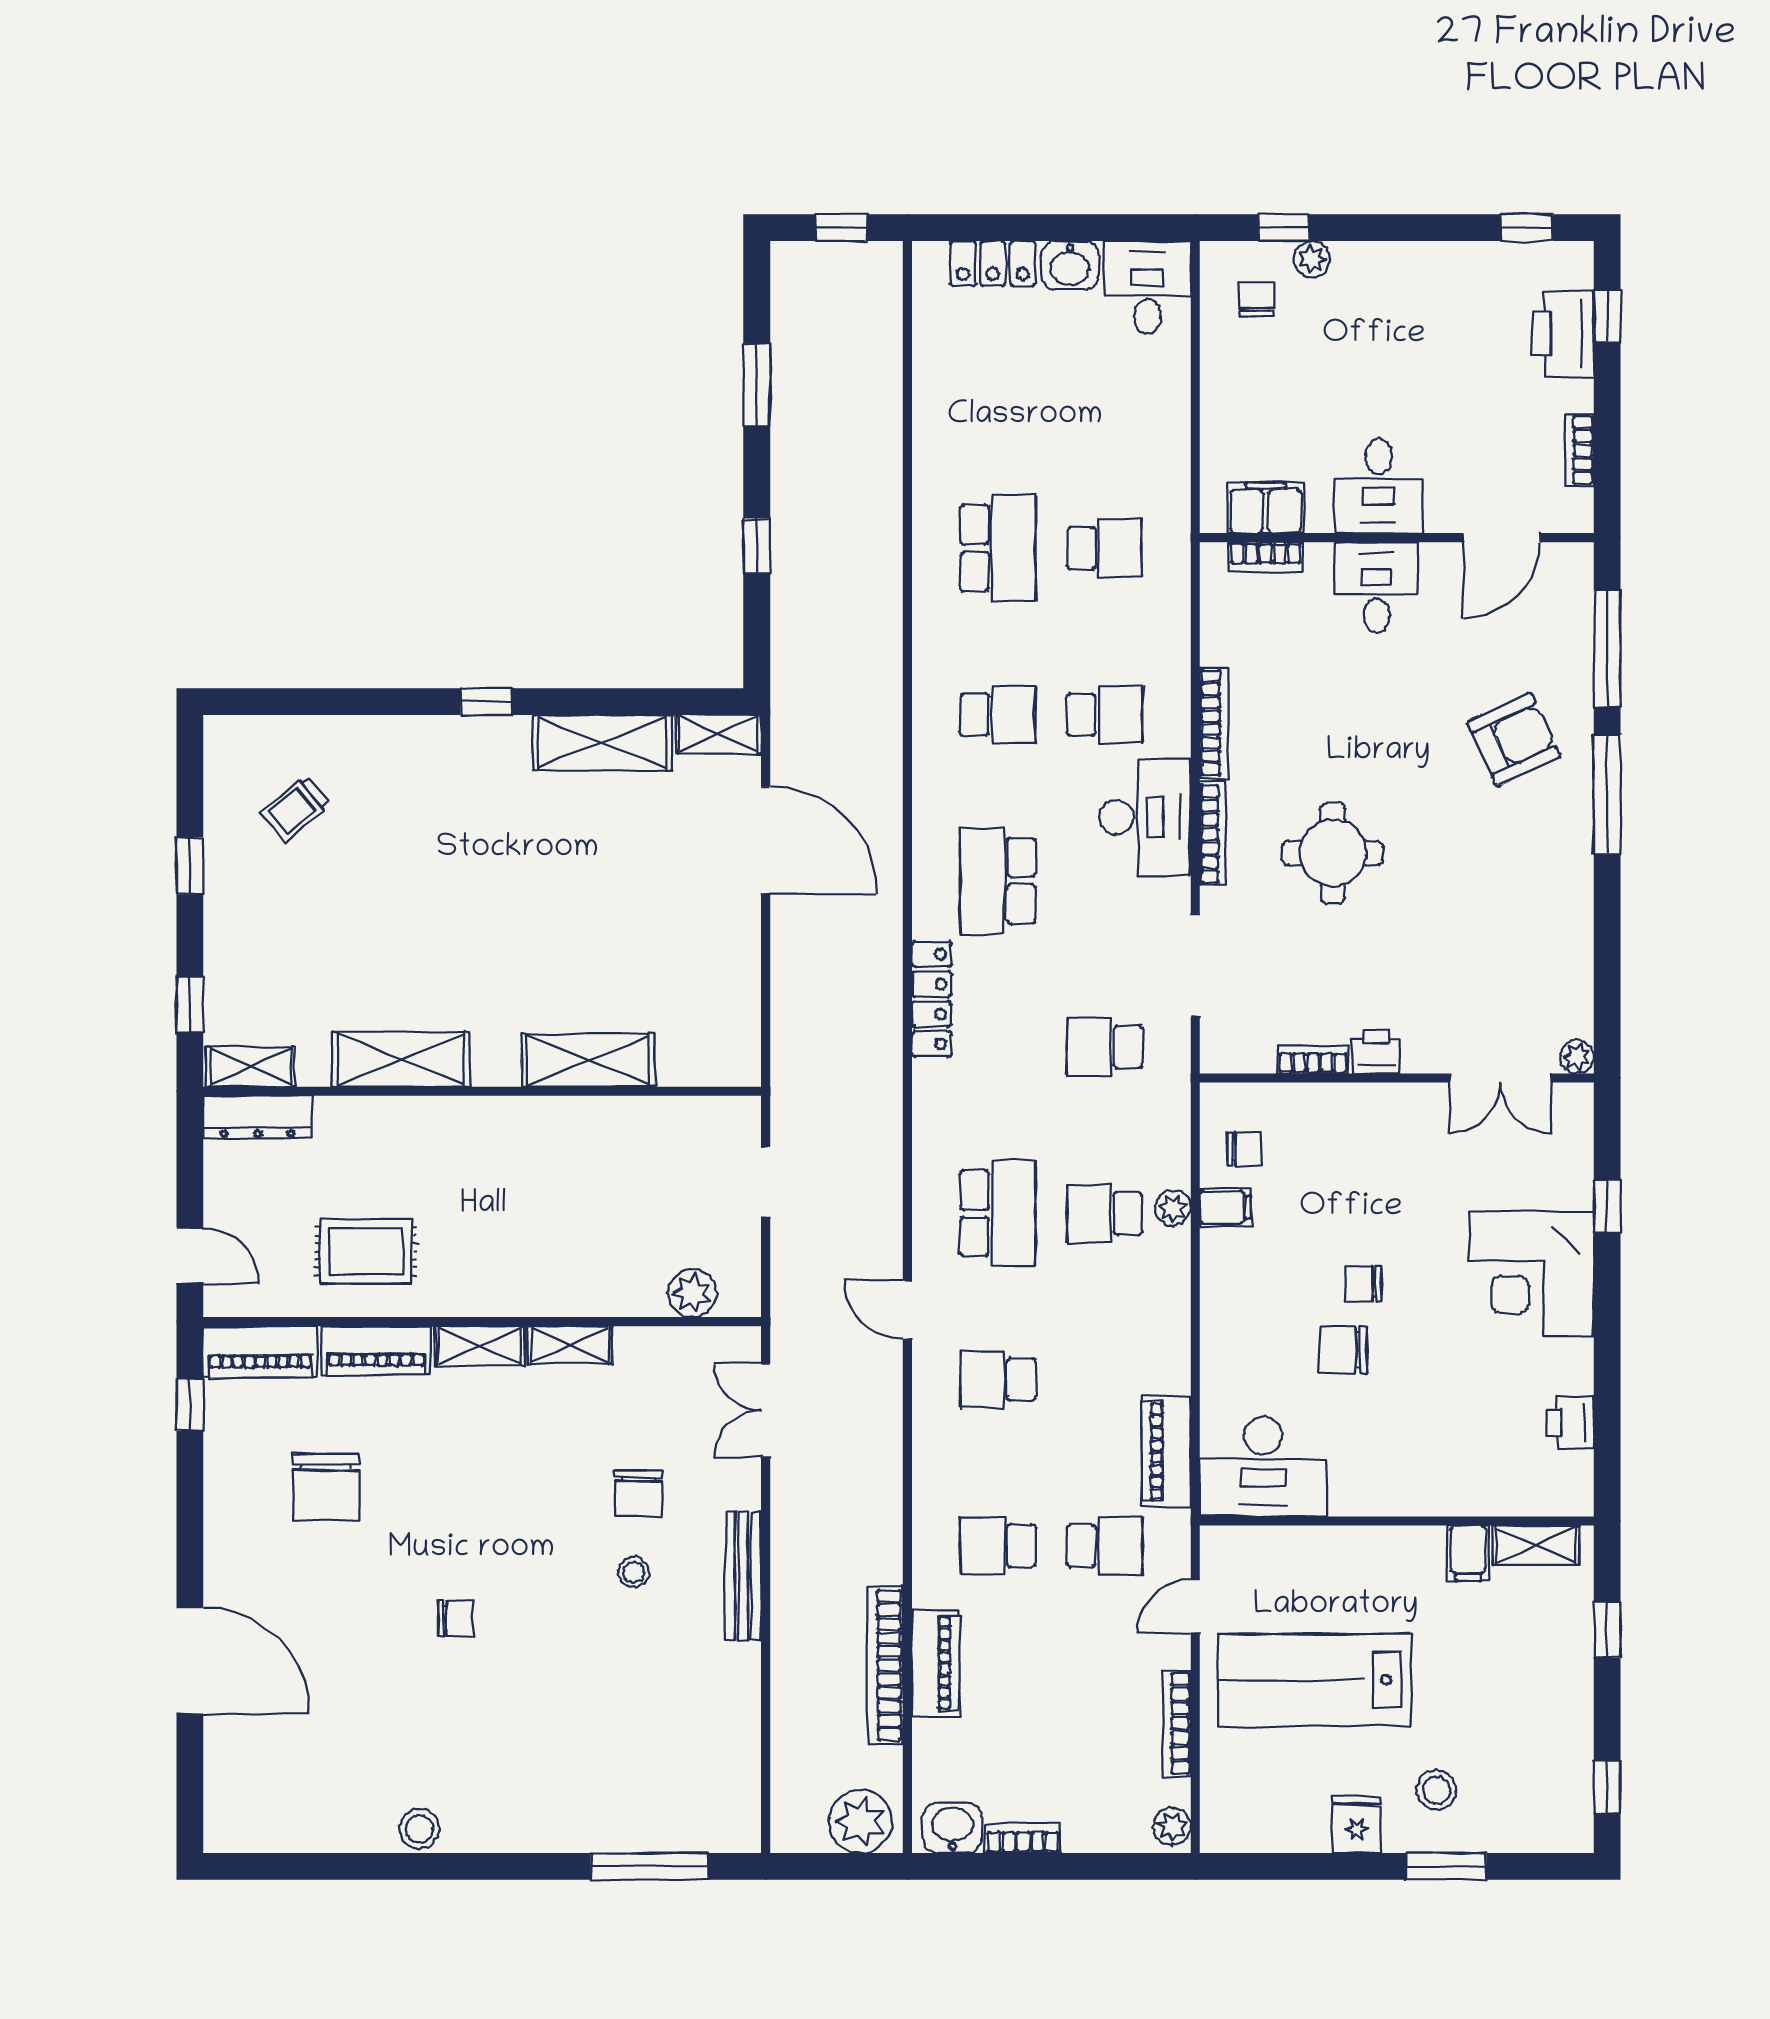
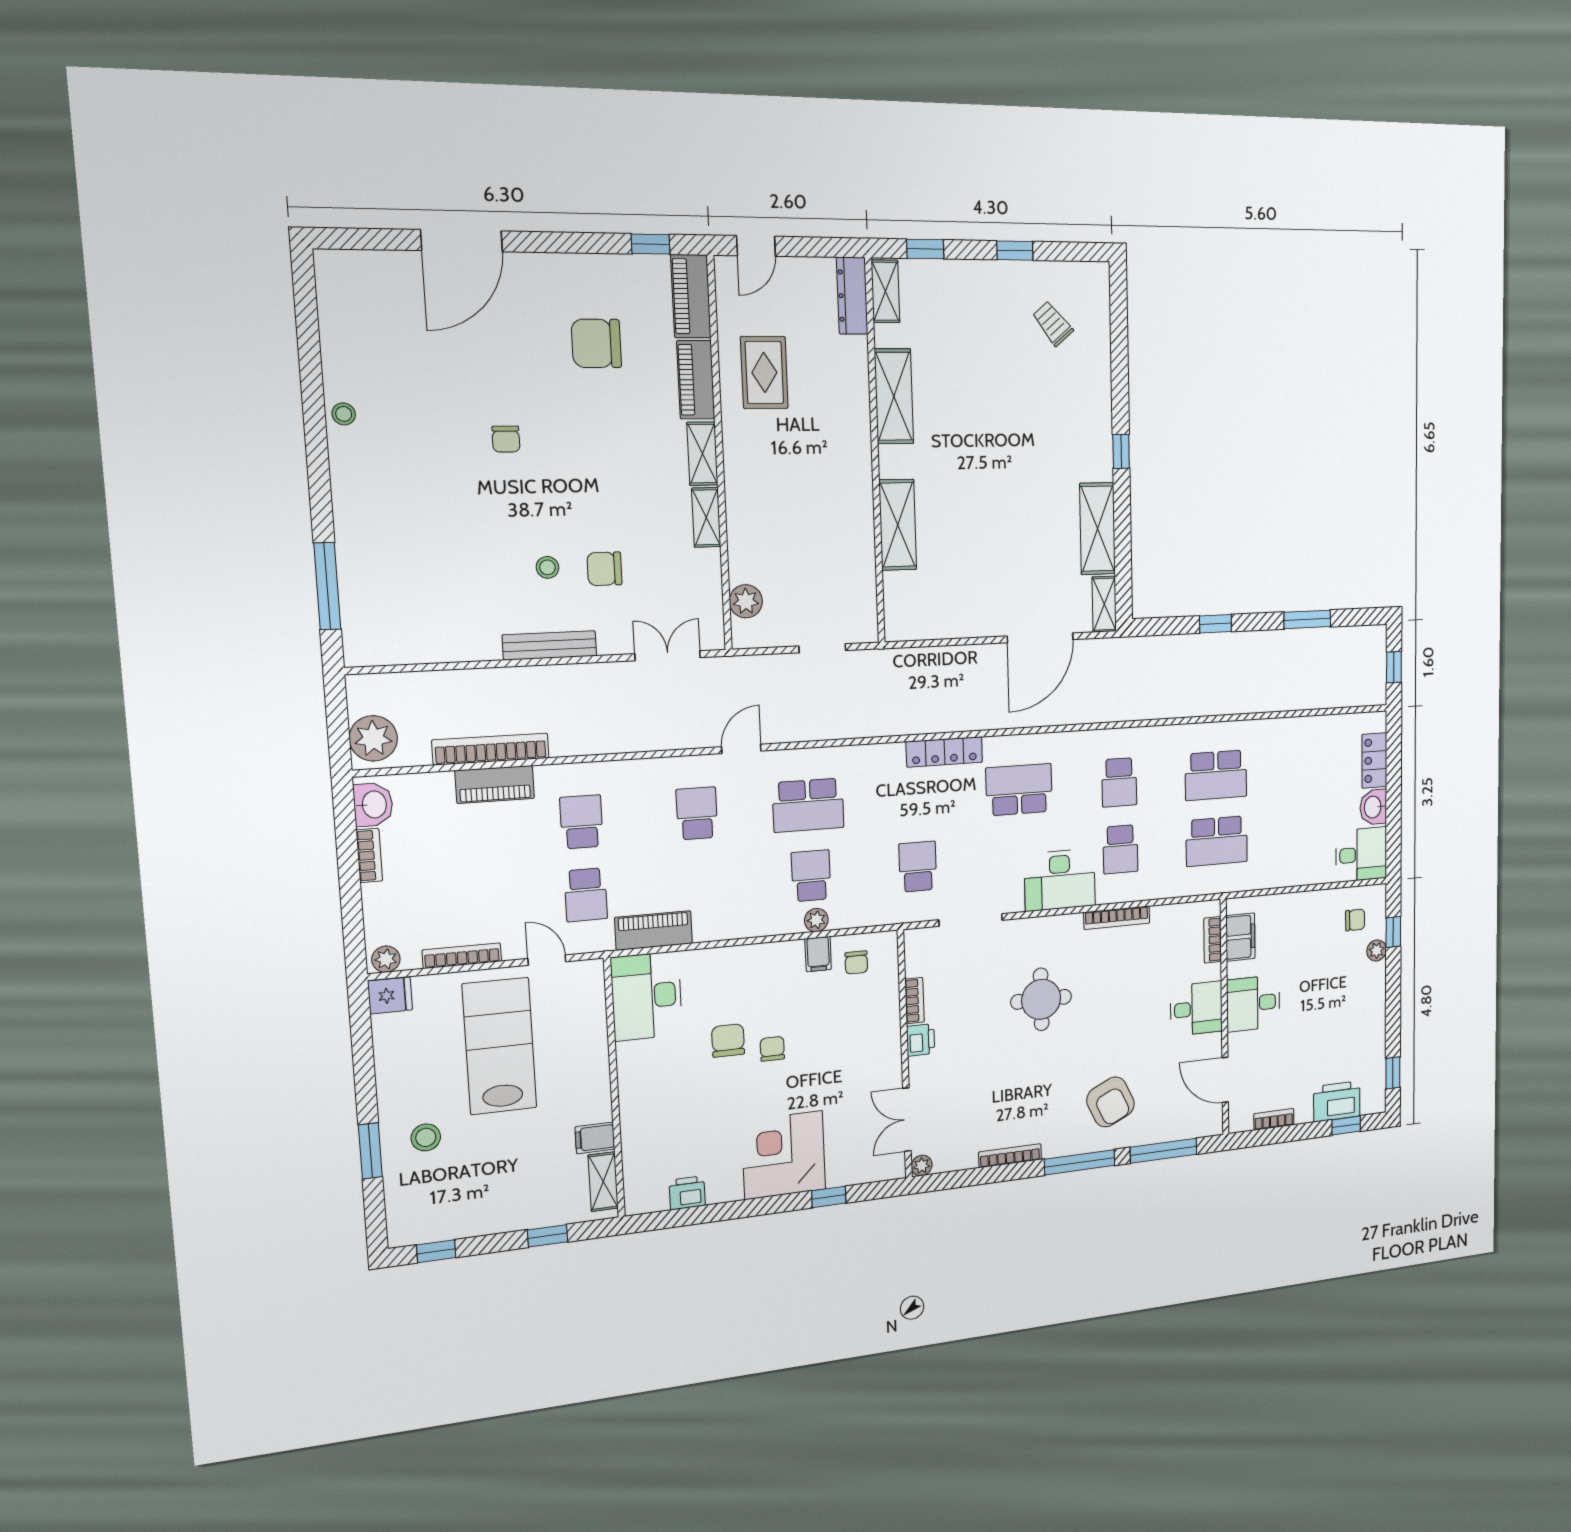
school desk: (1105, 548) -> (1217, 841), width x1.85
bookcase: (1213, 834) -> (1010, 1156), moved, turned 180
fridge: (1357, 1824) -> (390, 995), moved
stool: (419, 1829) -> (344, 414), width x0.73, depth x0.73

